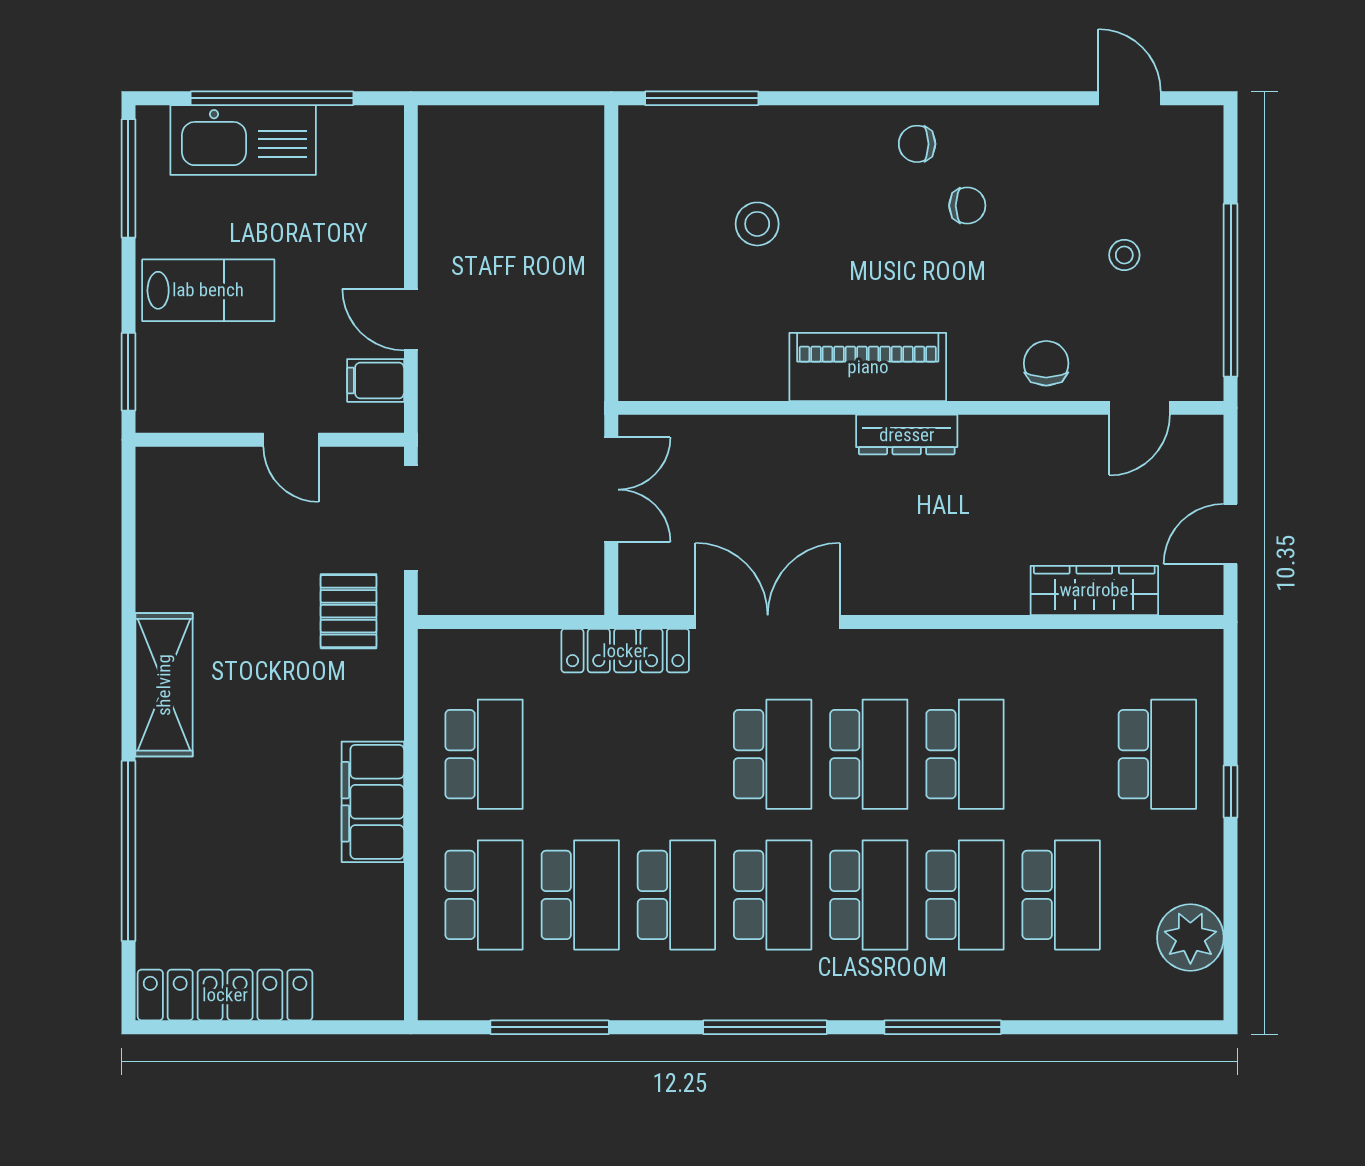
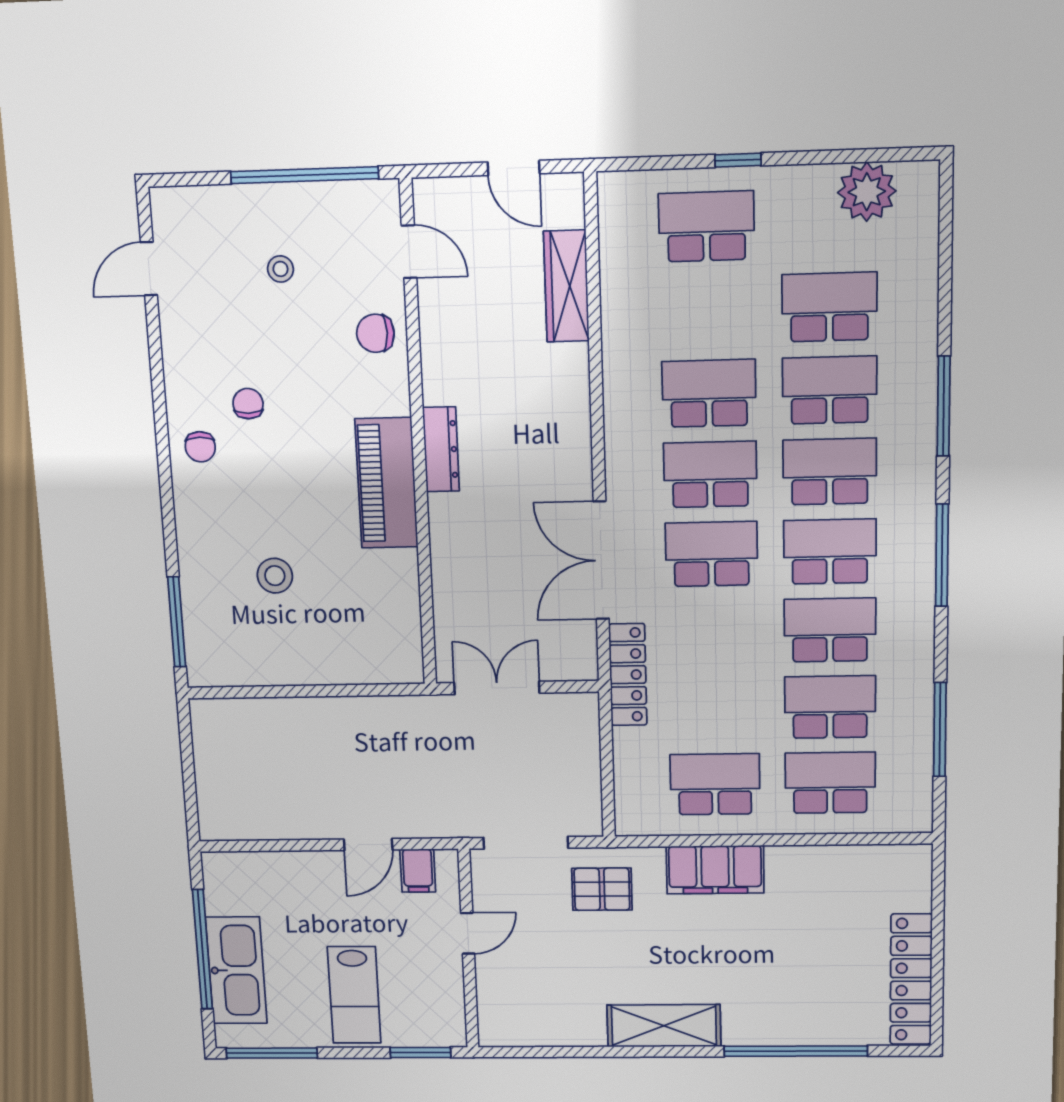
lab bench: (208, 290) -> (354, 995), turned 180
filing cabinet: (373, 802) -> (715, 870), moved

